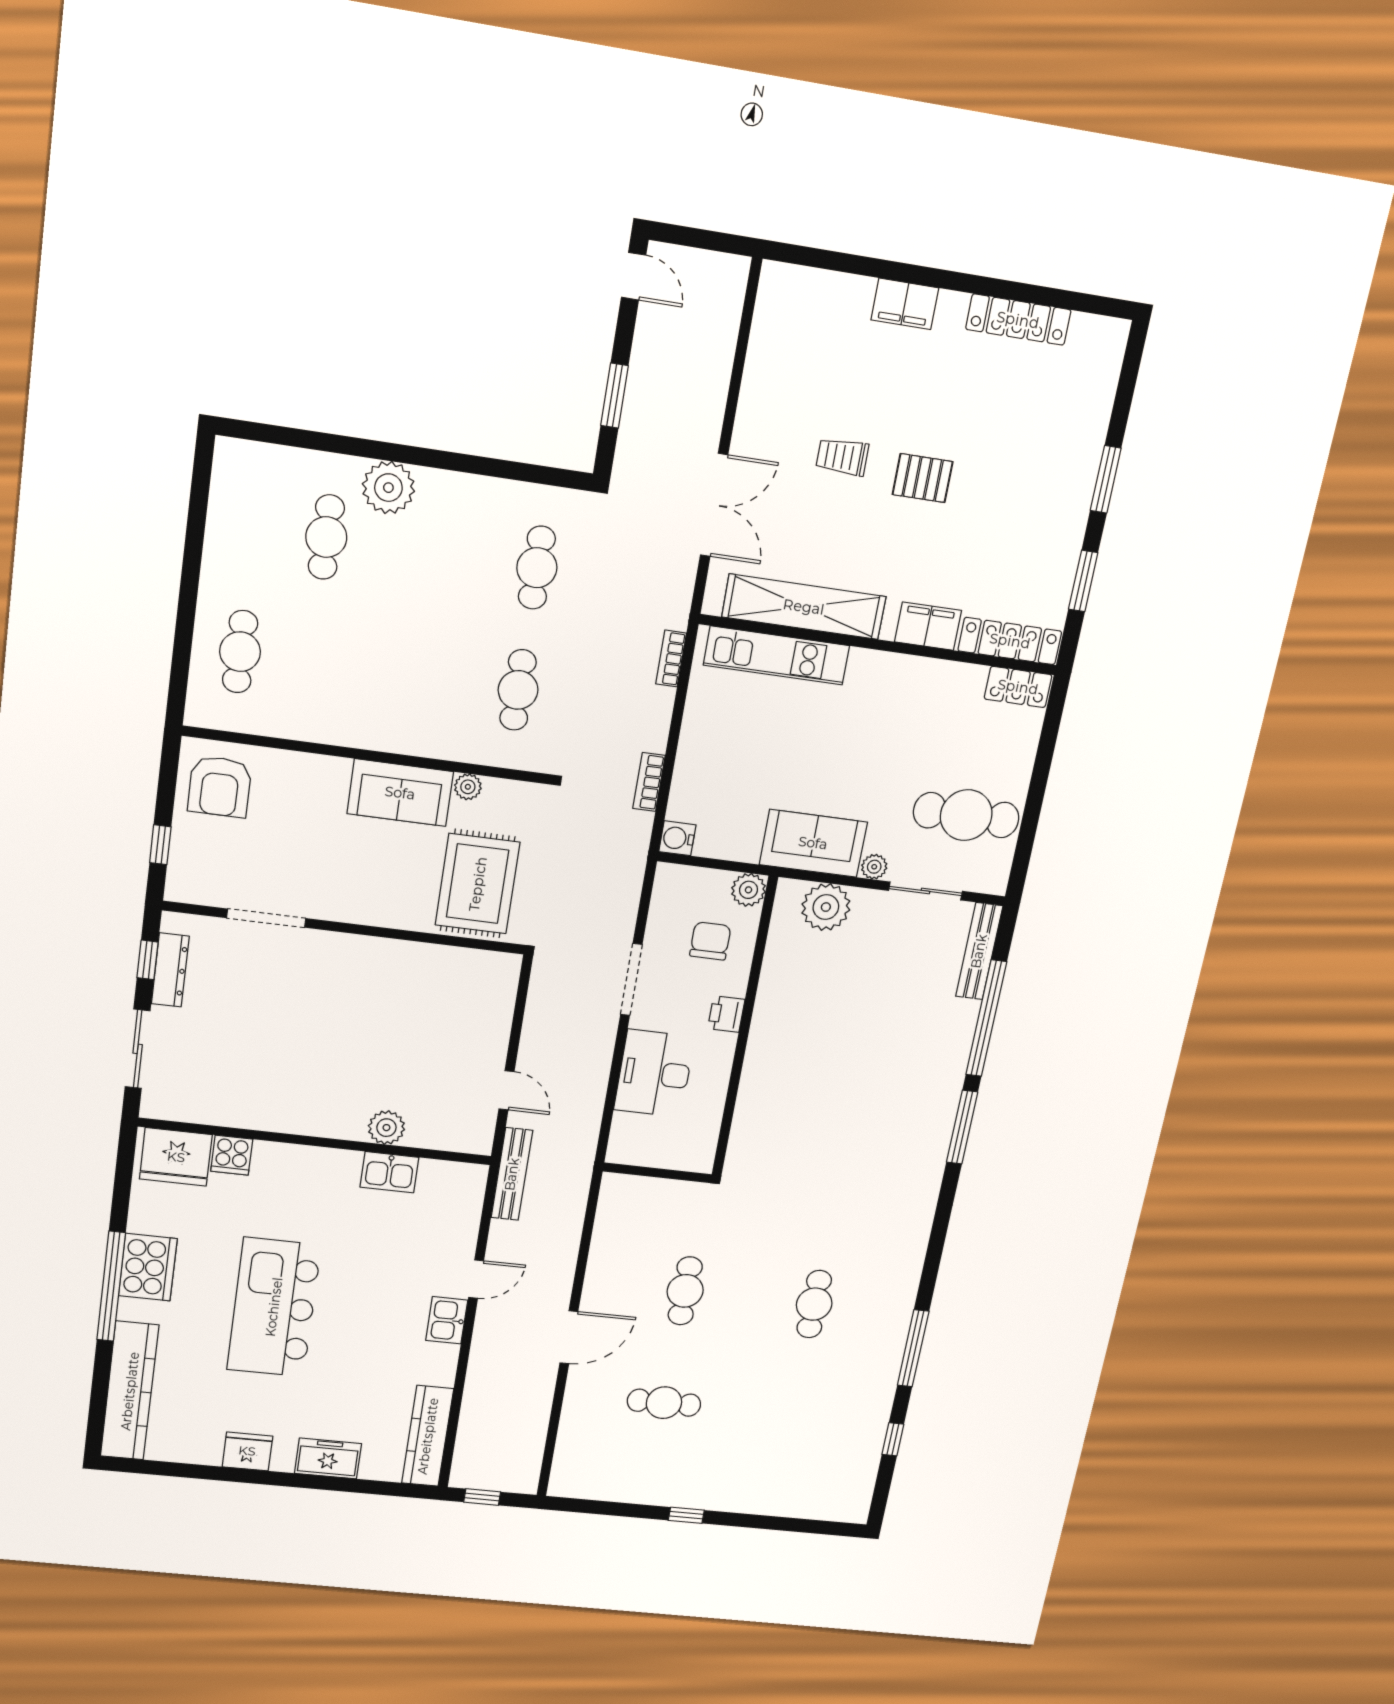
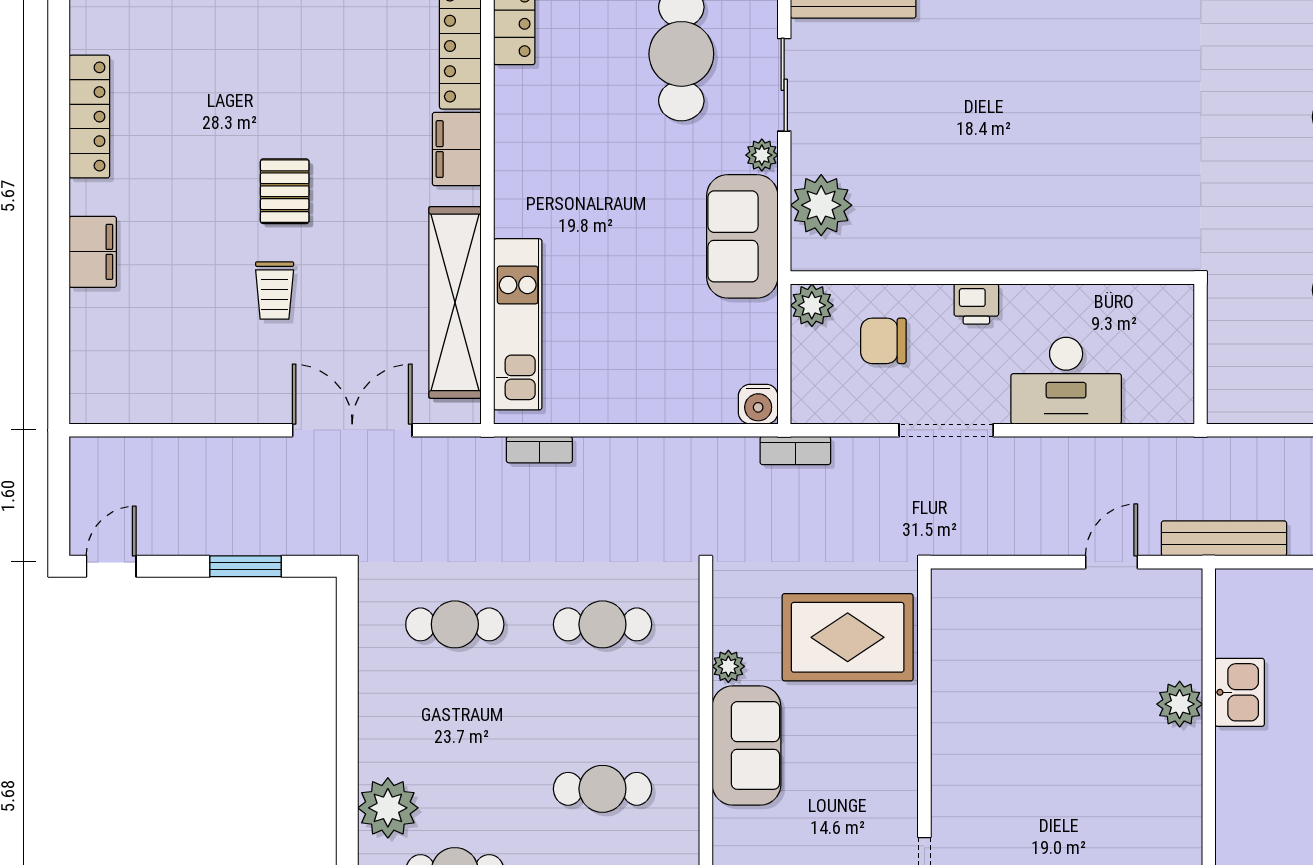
cafe table: (380, 671) -> (602, 789), added
bookcase: (649, 782) -> (795, 450), moved

